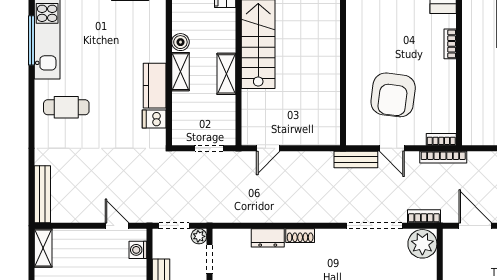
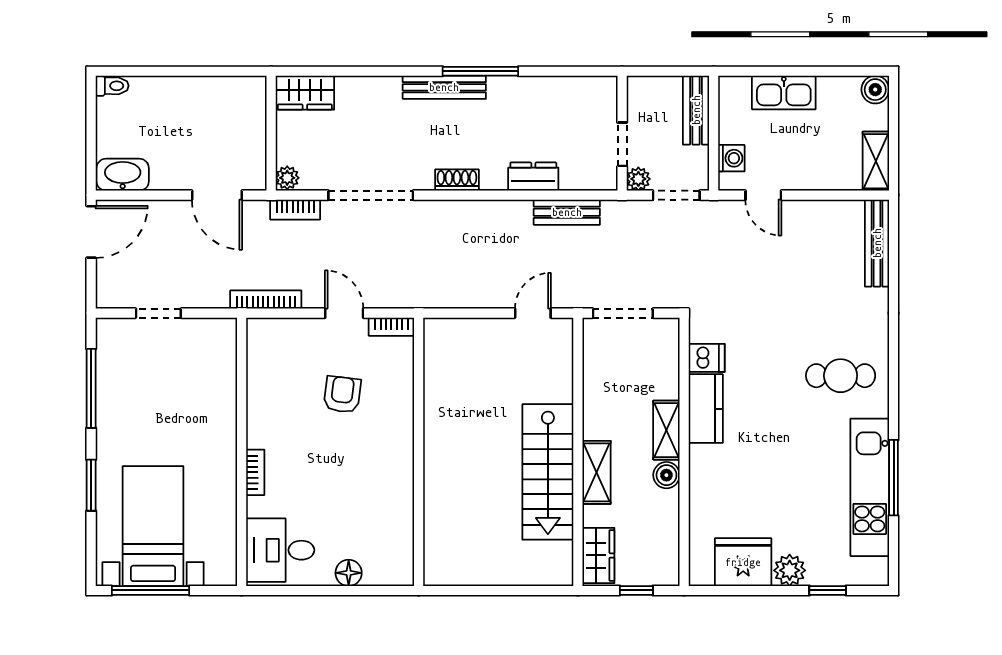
shelving: (226, 74) -> (597, 472), moved
armchair: (393, 95) -> (342, 395), width x0.53, depth x0.53
bookcase: (441, 139) -> (391, 327), moved
doorway: (209, 148) -> (623, 313), width x1.38
bench: (356, 159) -> (567, 212), moved
shoe rack: (300, 236) -> (457, 180), moved
plant: (422, 244) -> (287, 178), width x0.53, depth x0.53

